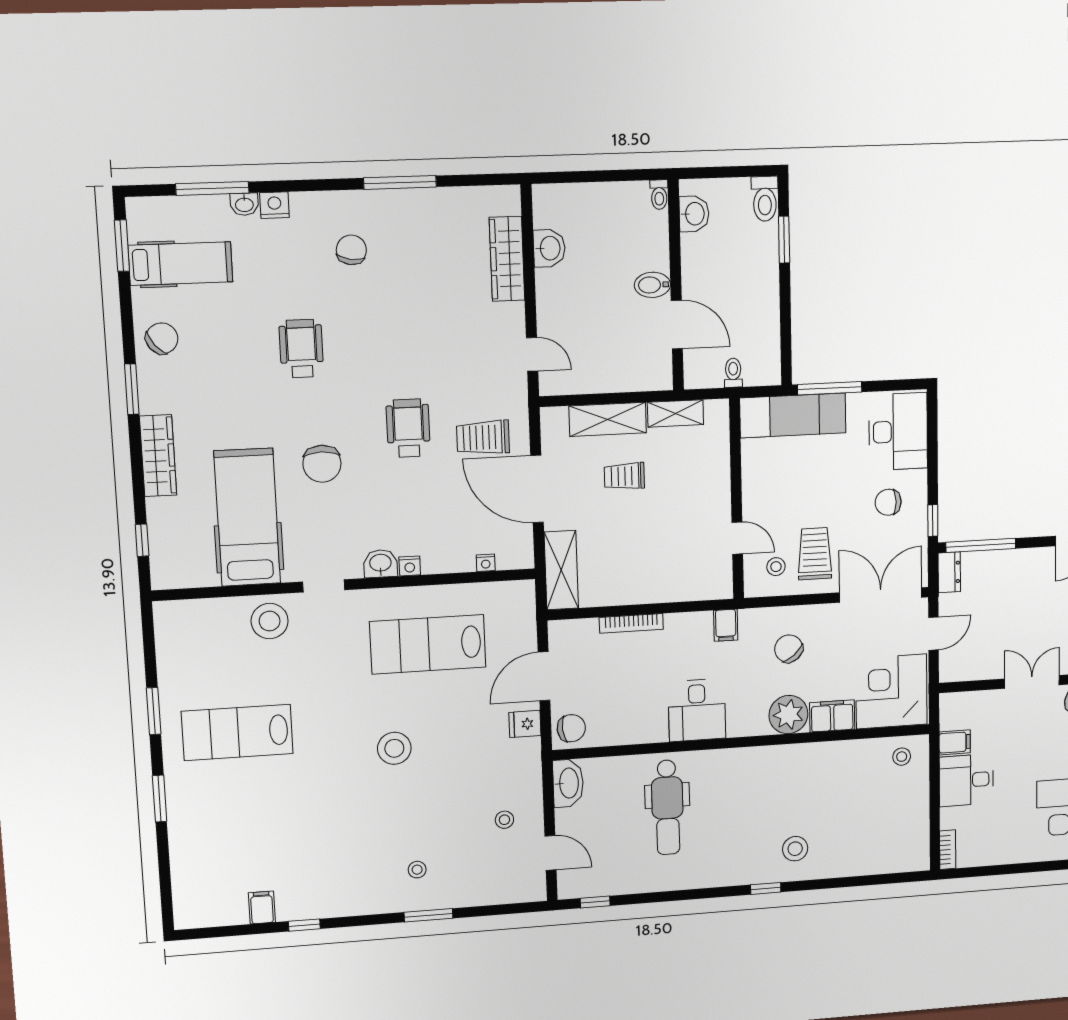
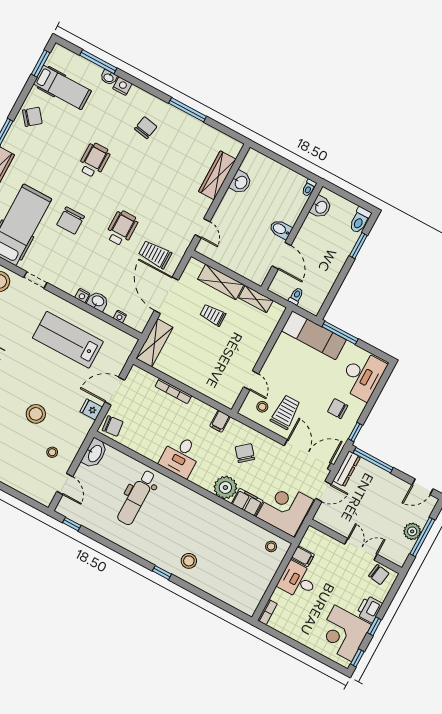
washbasin: (380, 564) -> (98, 301), moved
dresser: (949, 572) -> (347, 469), width x1.44
stool: (394, 748) -> (36, 414), moved

